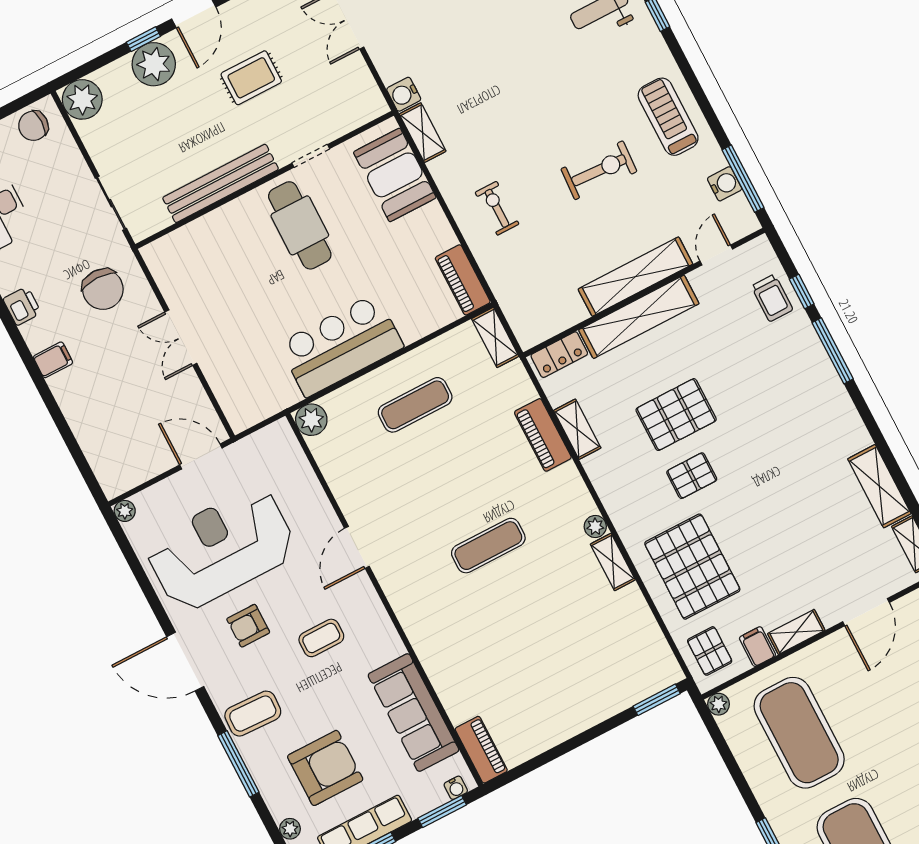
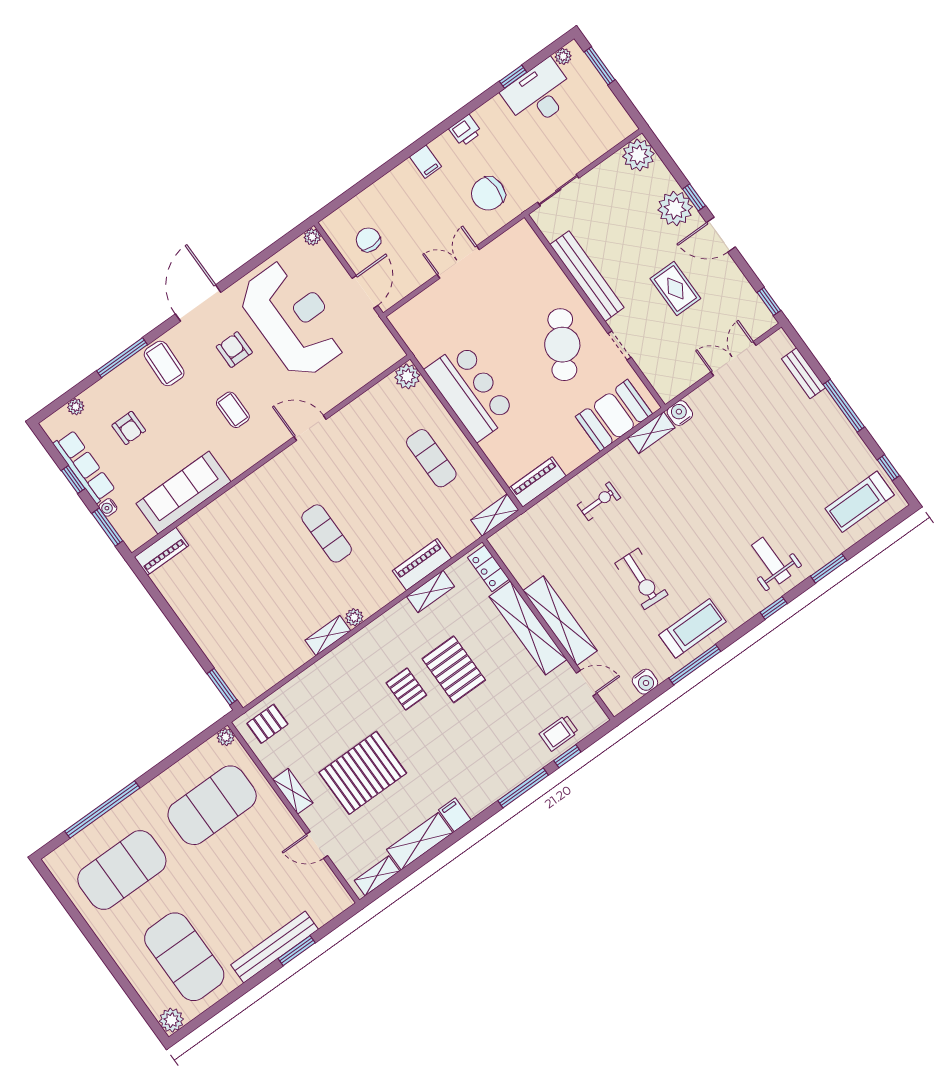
chair: (33, 126) -> (368, 240), moved
window: (743, 179) -> (695, 665), moved
cafe table: (300, 225) -> (562, 345), turned -59
pallet: (692, 567) -> (363, 773), moved
door: (866, 612) -> (317, 845), width x0.73
filing cabinet: (757, 647) -> (455, 815), moved, turned -90
armchair: (325, 768) -> (129, 428), width x0.53, depth x0.53
water cooler: (456, 788) -> (108, 507), moved

